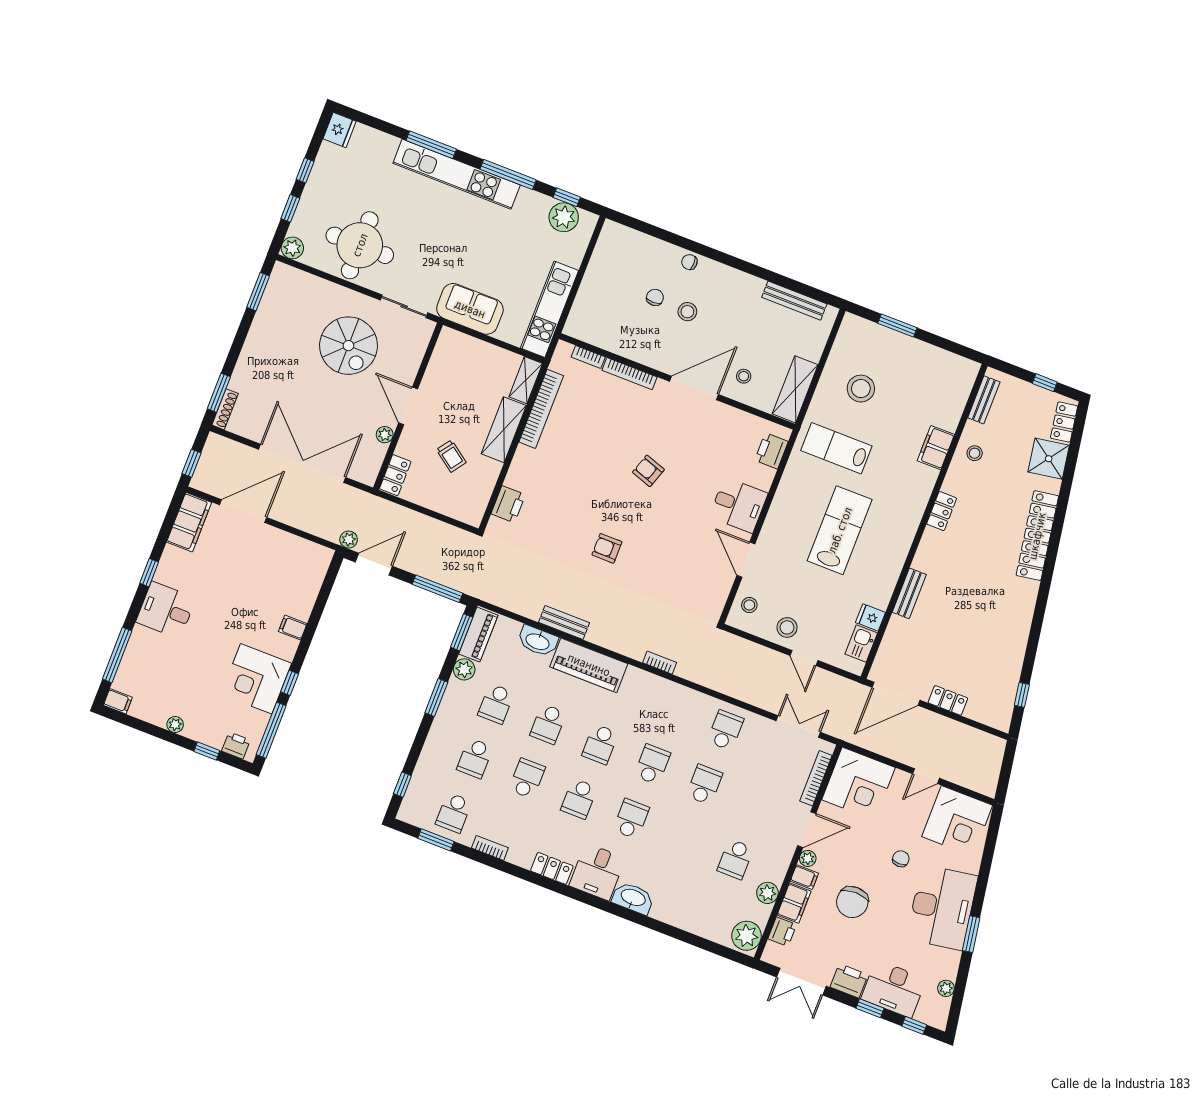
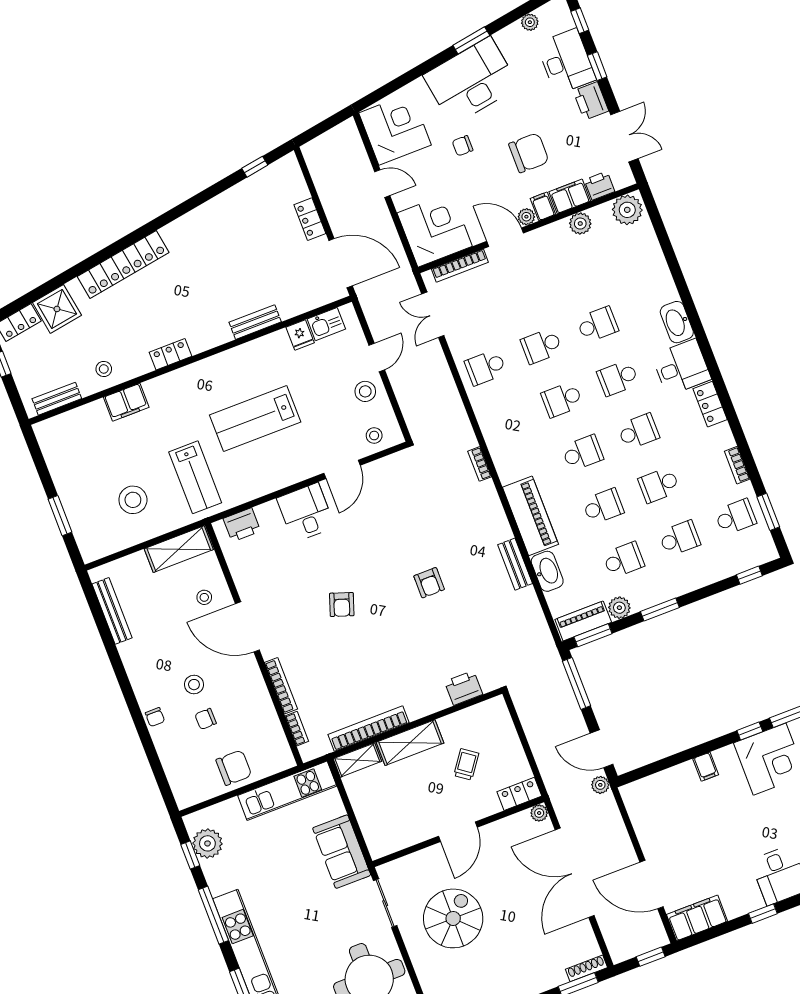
chair: (601, 286) -> (234, 768), added
plant: (385, 435) -> (539, 813), moved
school desk: (735, 859) -> (597, 325), moved

